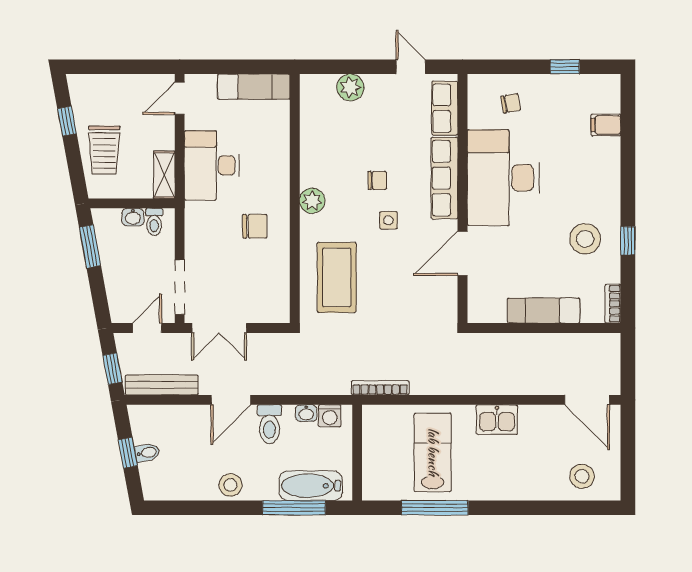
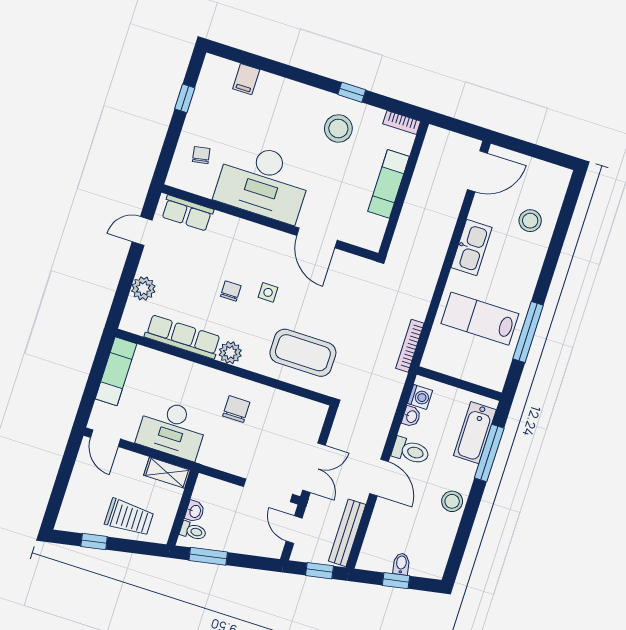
row of seats: (444, 178) -> (183, 337), moved, turned 180
toilet: (154, 222) -> (193, 531), moved
kitchen sink: (497, 420) -> (472, 248), width x1.38
stool: (582, 476) -> (530, 221), moved

